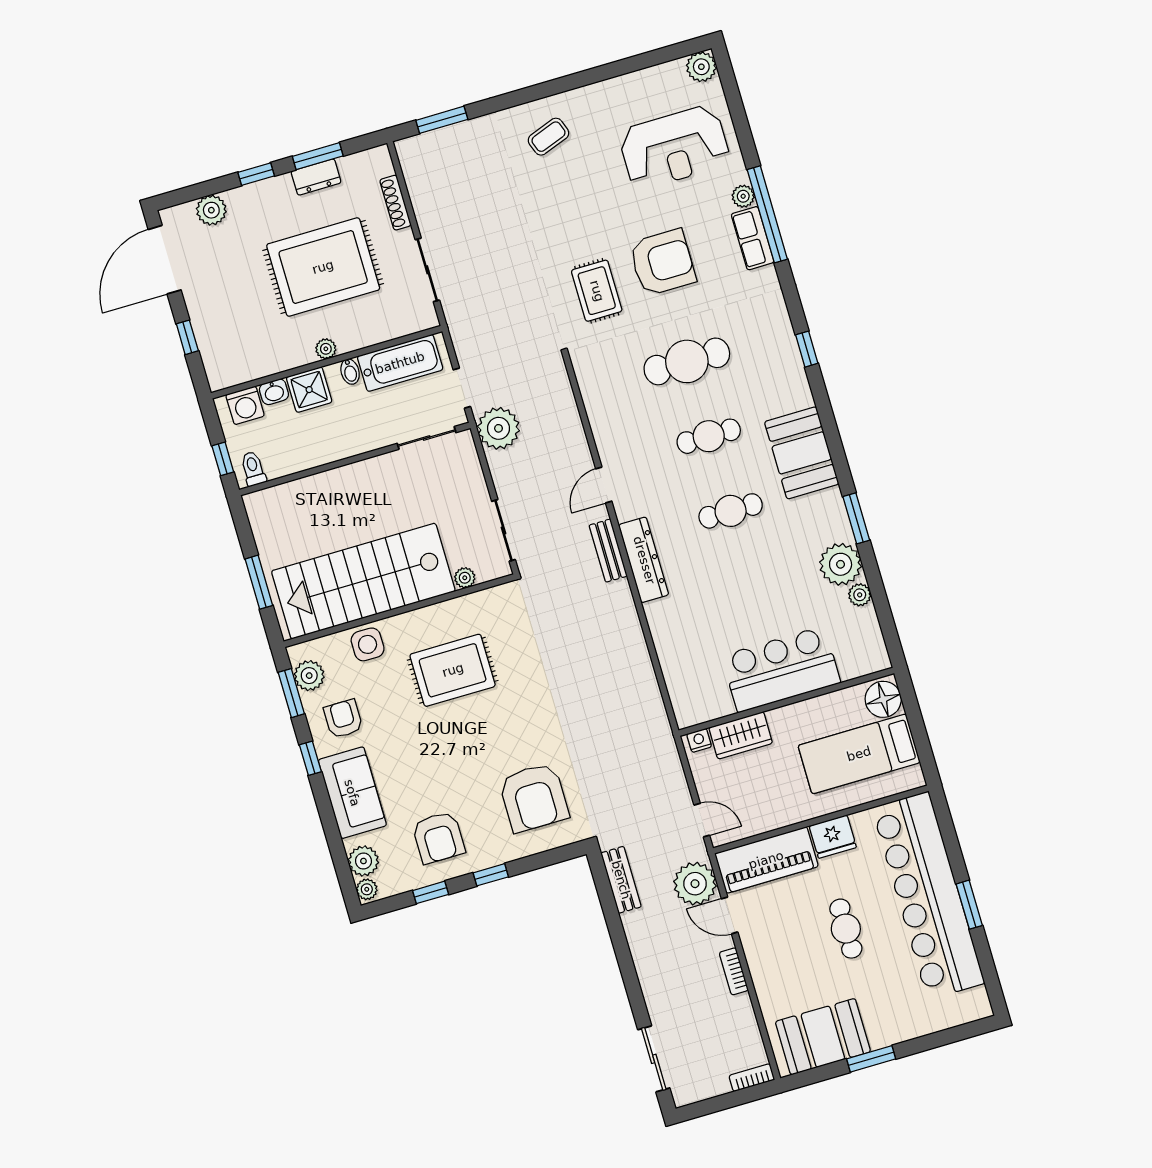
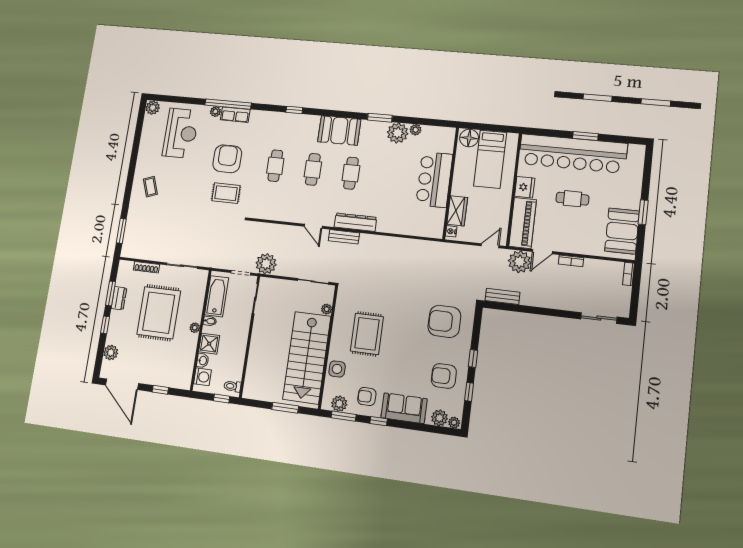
cafe table: (687, 361) -> (275, 166), width x0.73, depth x0.74
armchair: (534, 797) -> (444, 321), turned 180
armchair: (438, 837) -> (444, 376), turned 180

